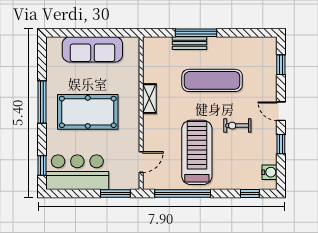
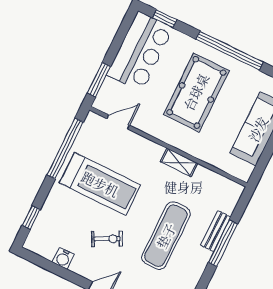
window: (42, 102) -> (230, 51), width x1.46
exercise bike: (237, 126) -> (107, 239), turned 63
window: (281, 144) -> (66, 274), removed
door: (141, 162) -> (118, 122), swing flipped
water cooler: (270, 172) -> (63, 258), moved

